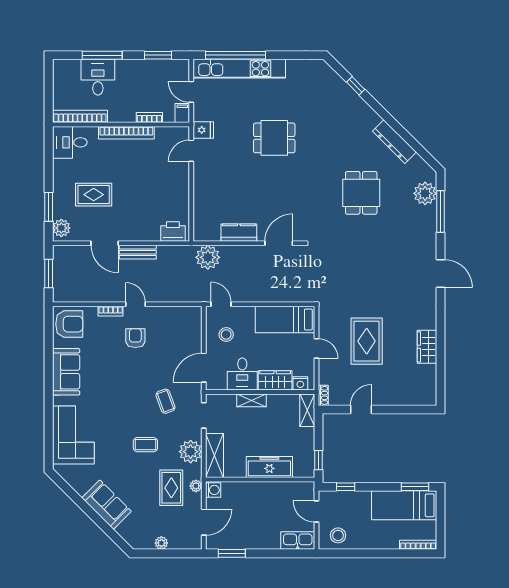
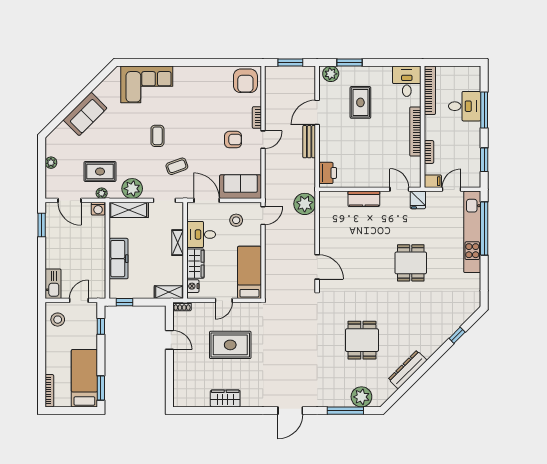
dining table: (361, 193) -> (362, 340), turned 90
kitchen counter: (239, 233) -> (364, 199), moved, turned 90
sofa: (66, 372) -> (240, 187), moved, turned 180
coffee table: (145, 445) -> (157, 136), moved

